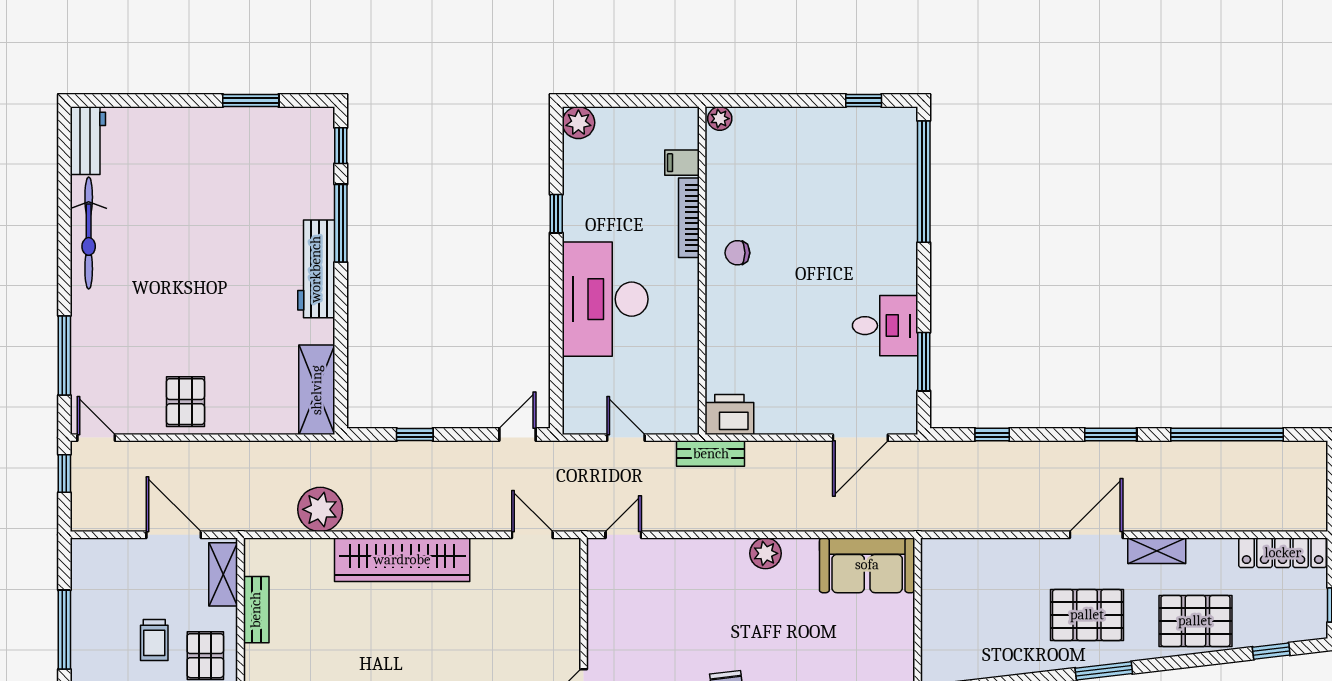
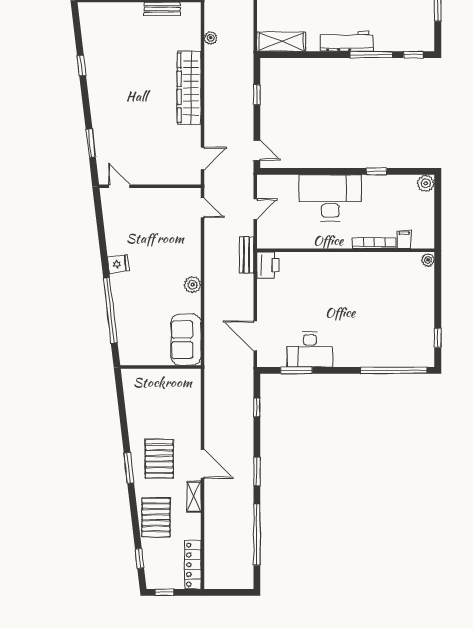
chair: (737, 253) -> (355, 269), removed
desk: (885, 326) -> (310, 349), width x1.37
plant: (320, 509) -> (211, 38), width x0.53, depth x0.53

